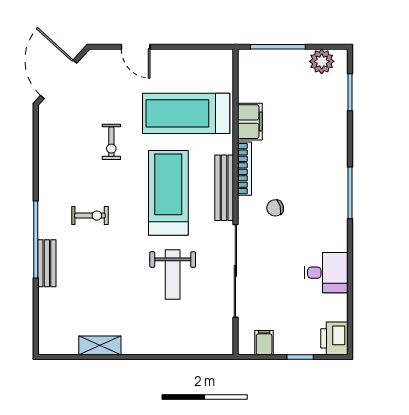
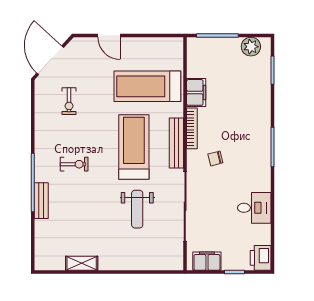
exercise bike: (111, 142) -> (69, 101), moved
filing cabinet: (264, 343) -> (207, 261), width x2.00

